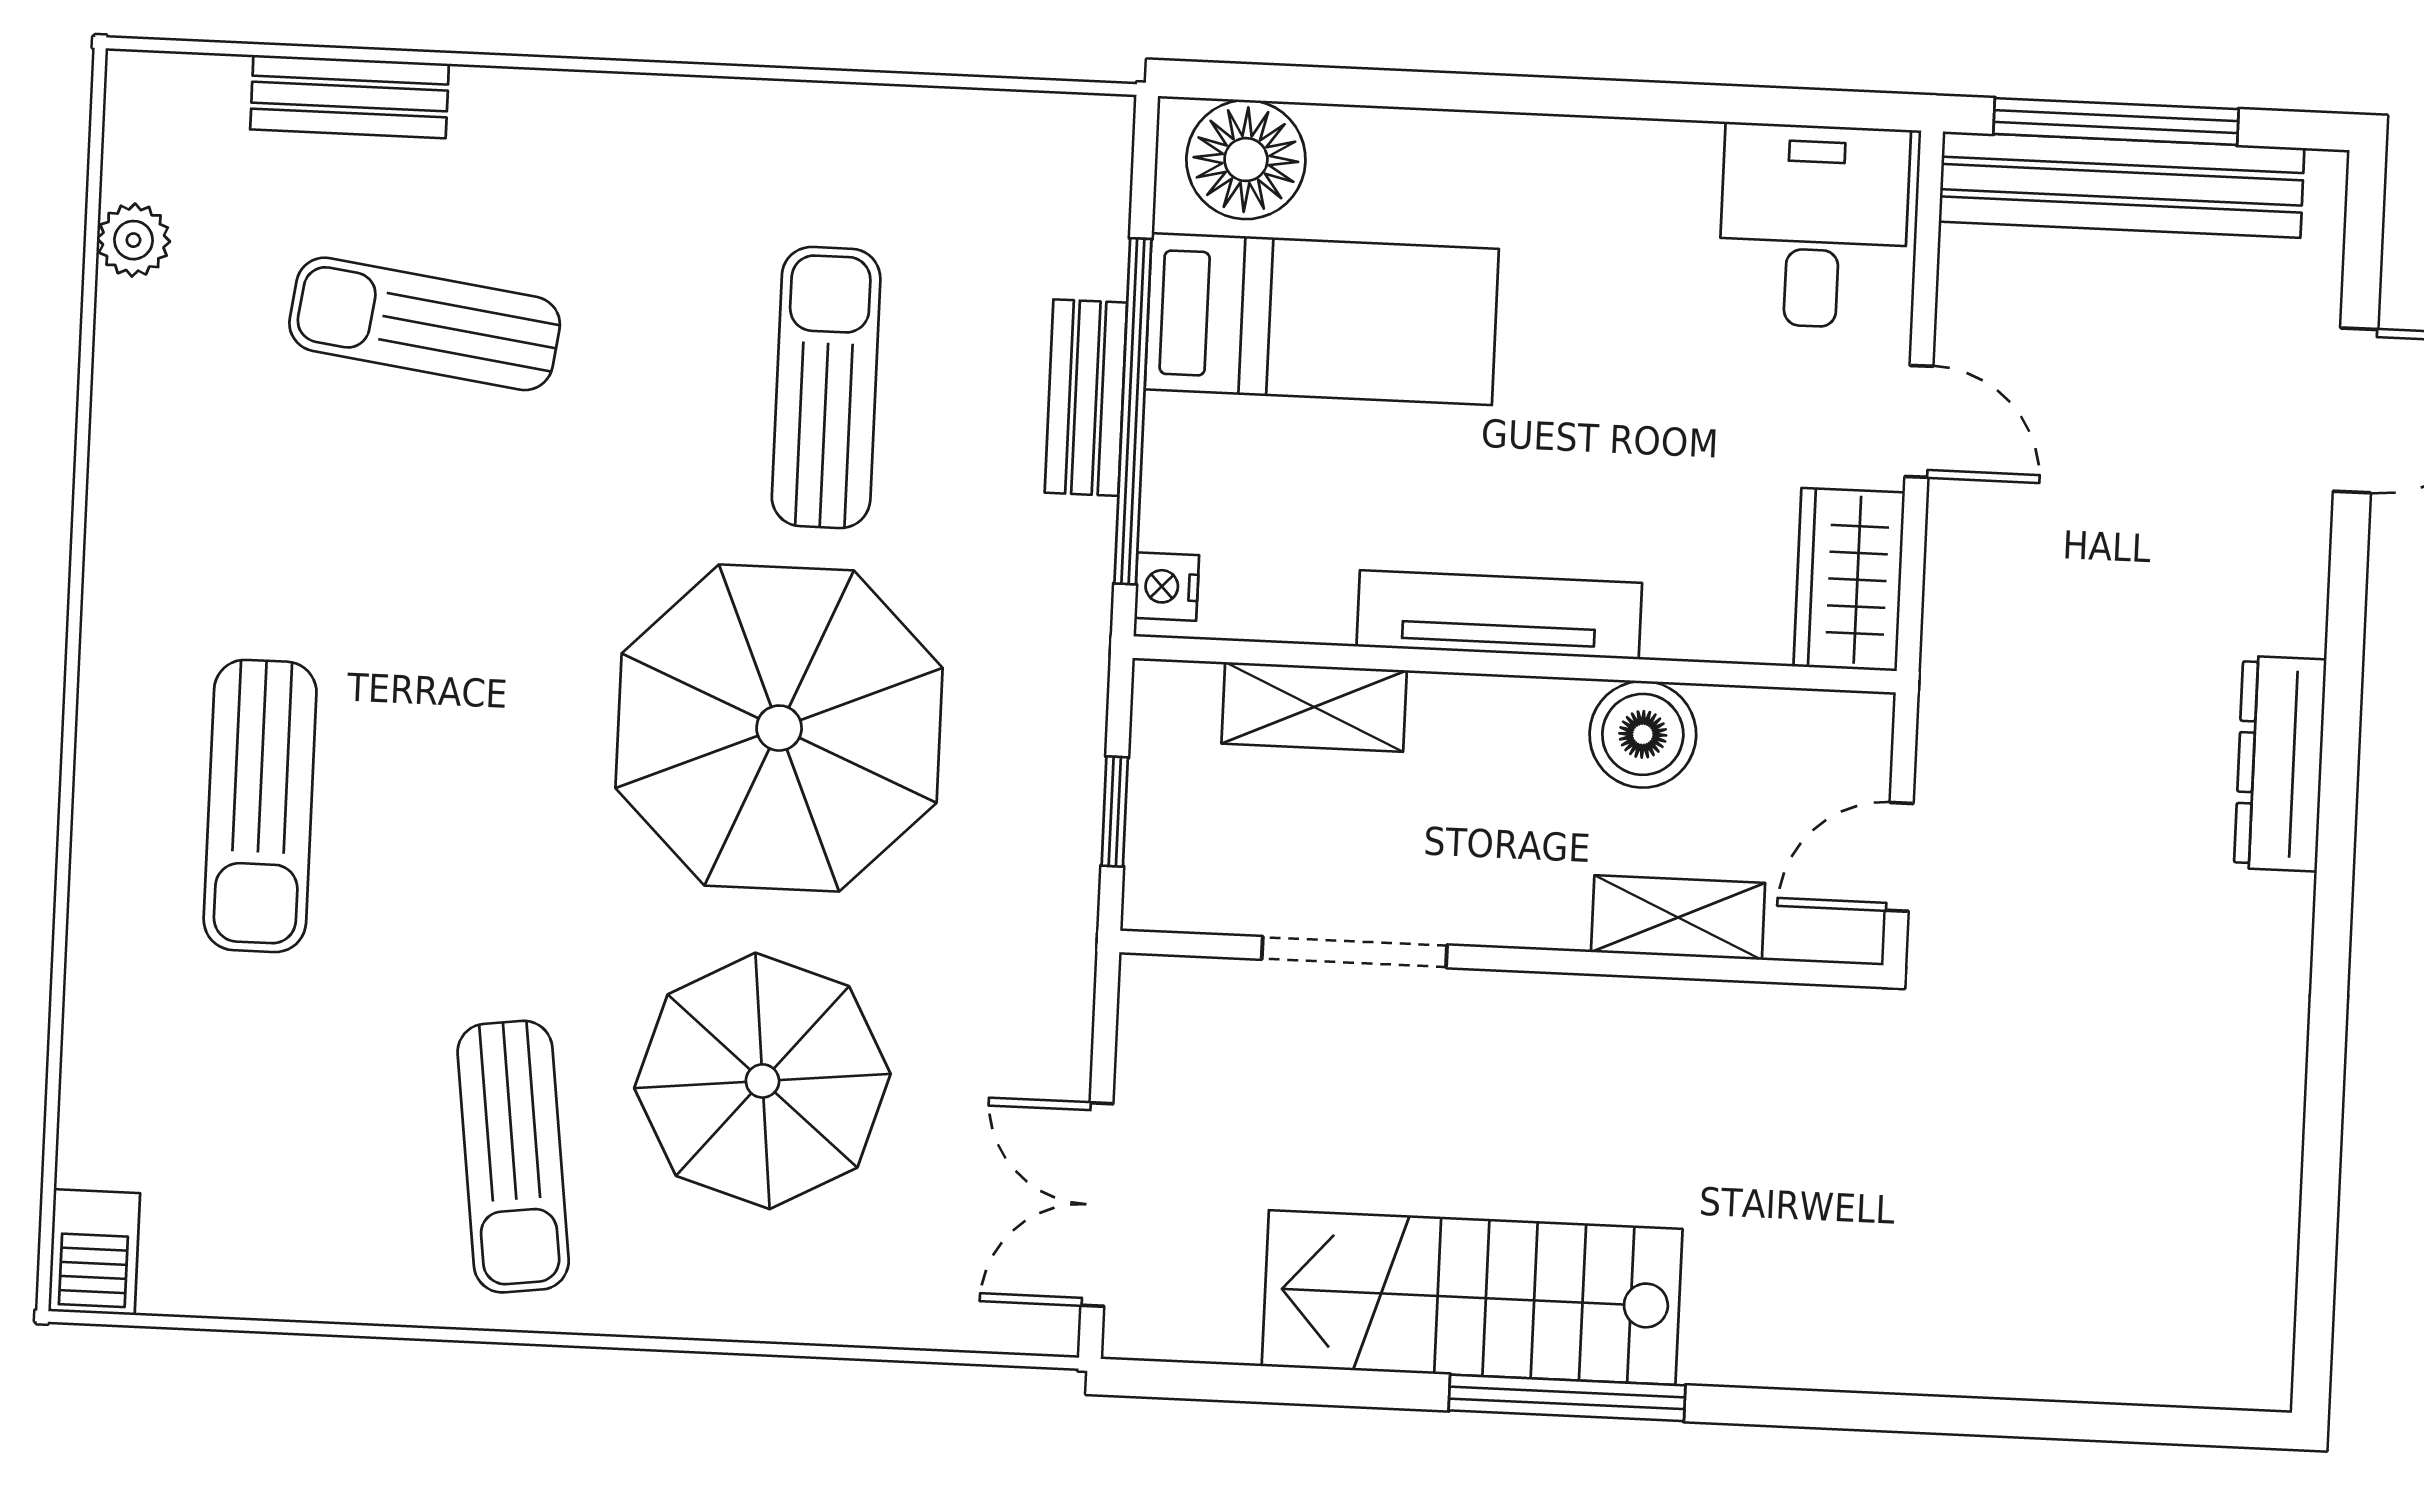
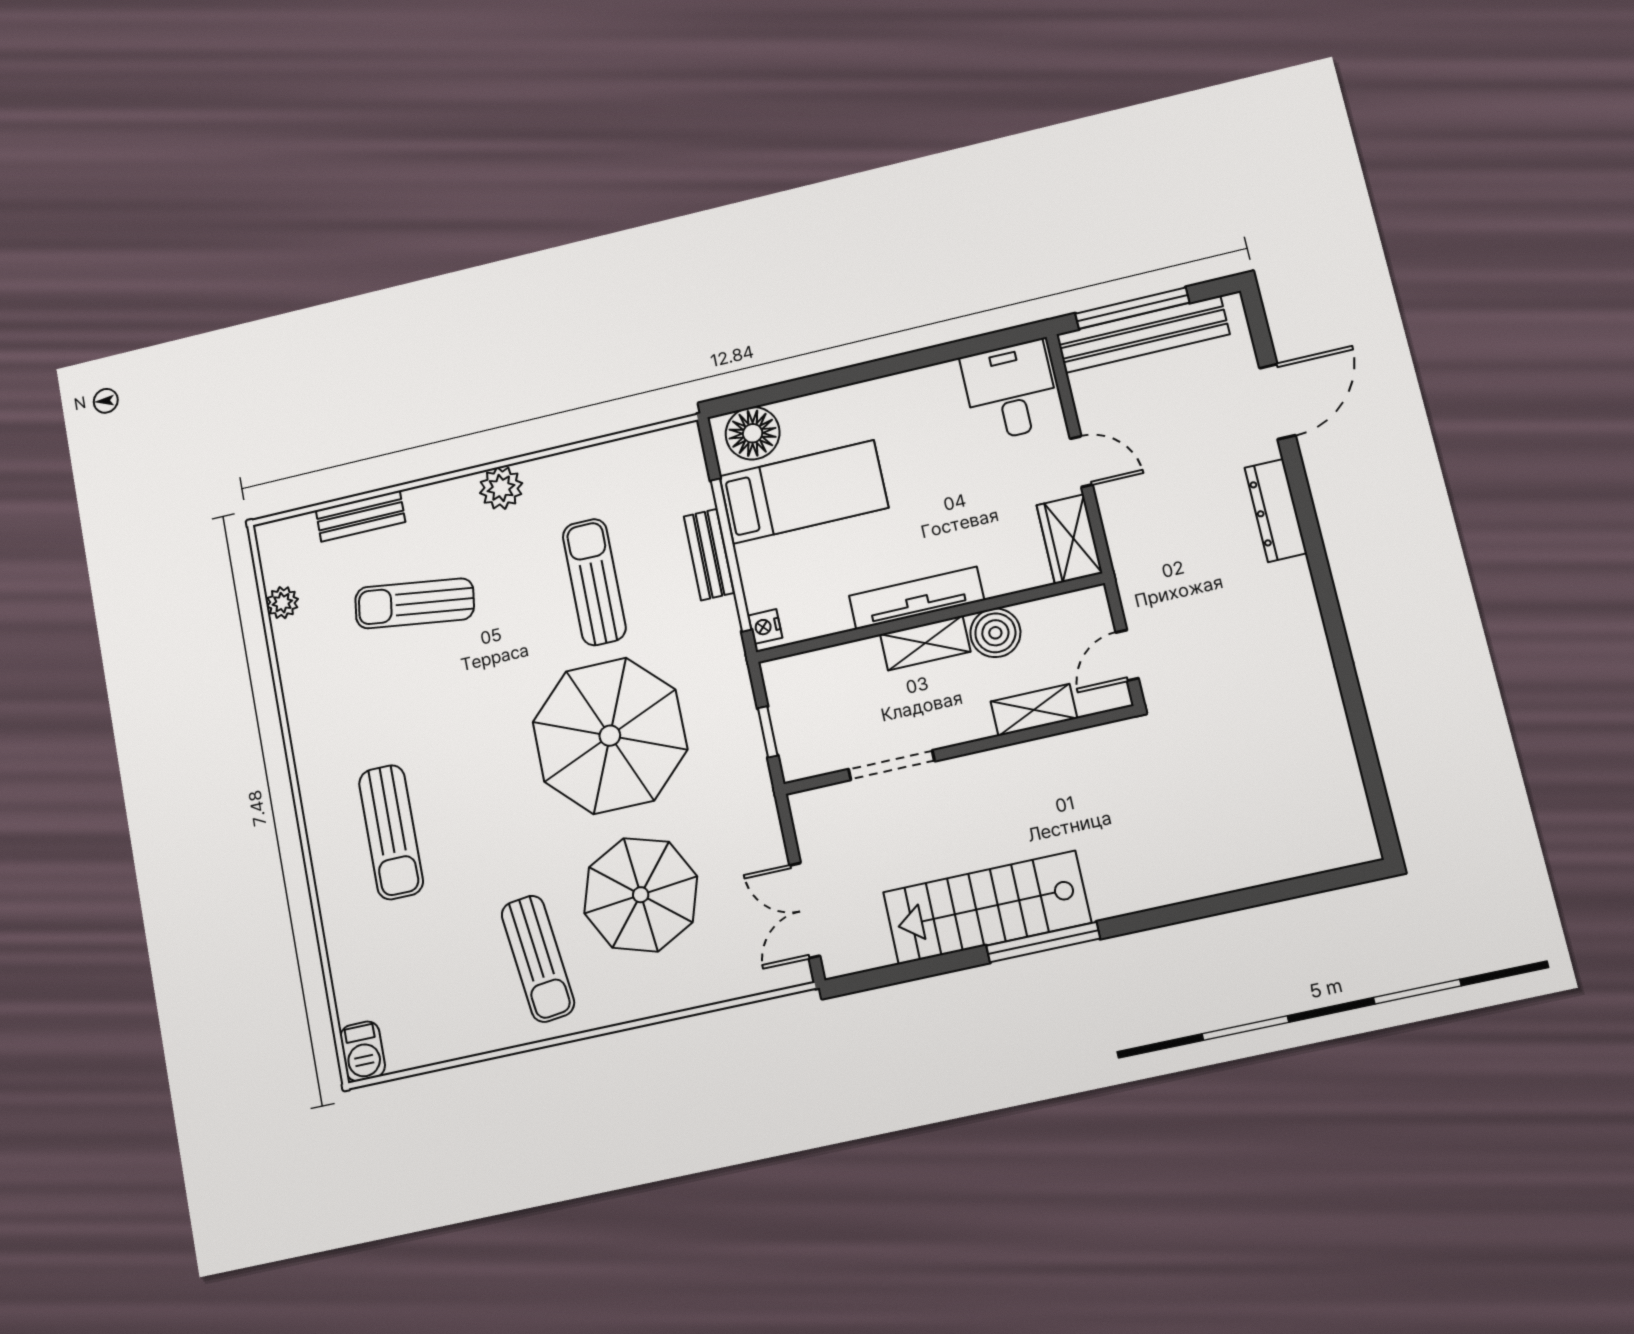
plant: (673, 123) -> (501, 488), added
shelving: (1314, 707) -> (925, 643), moved
dresser: (2280, 764) -> (1276, 510), moved

